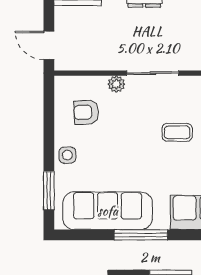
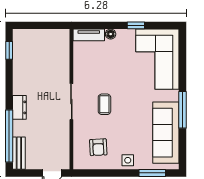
plant: (116, 84) -> (79, 127), removed
coffee table: (177, 132) -> (104, 104), moved

